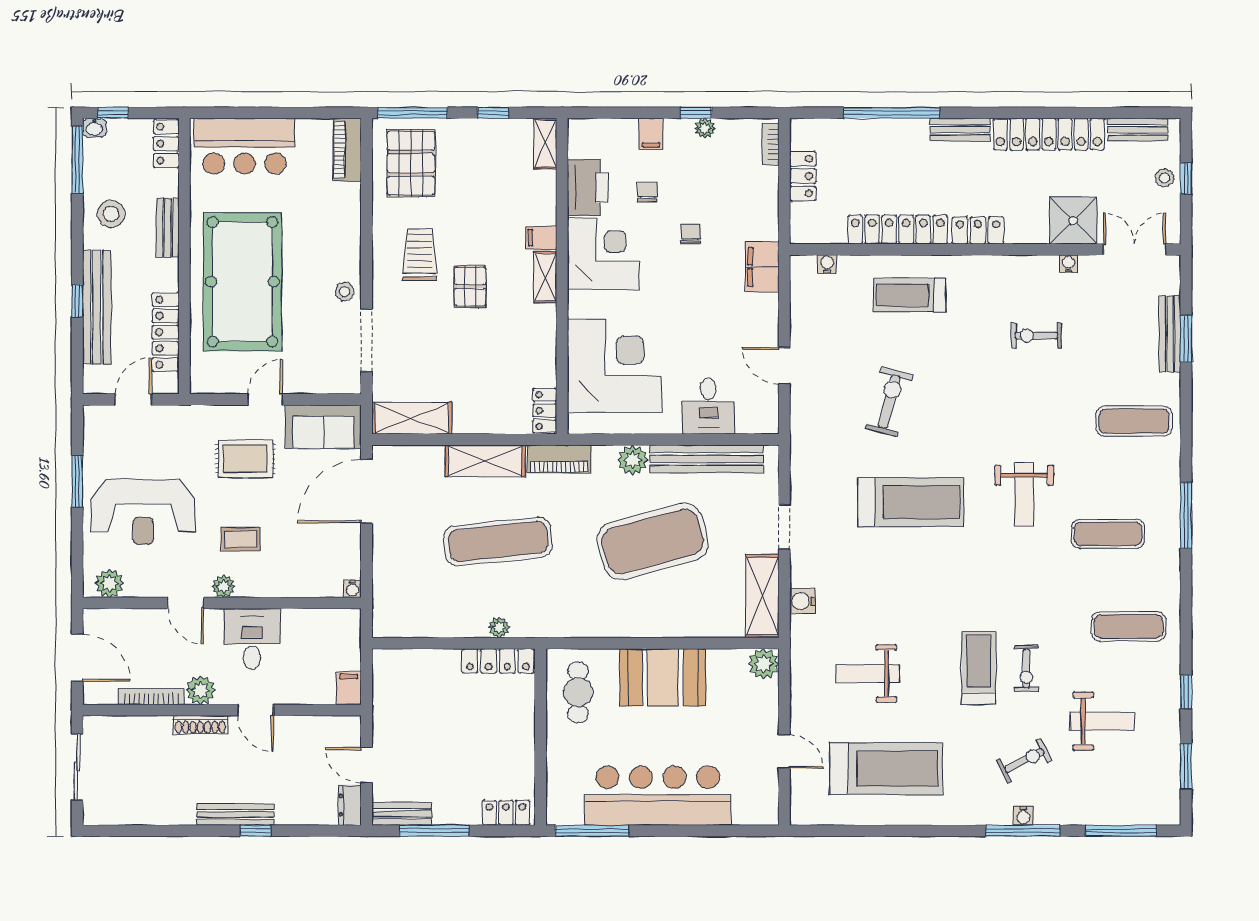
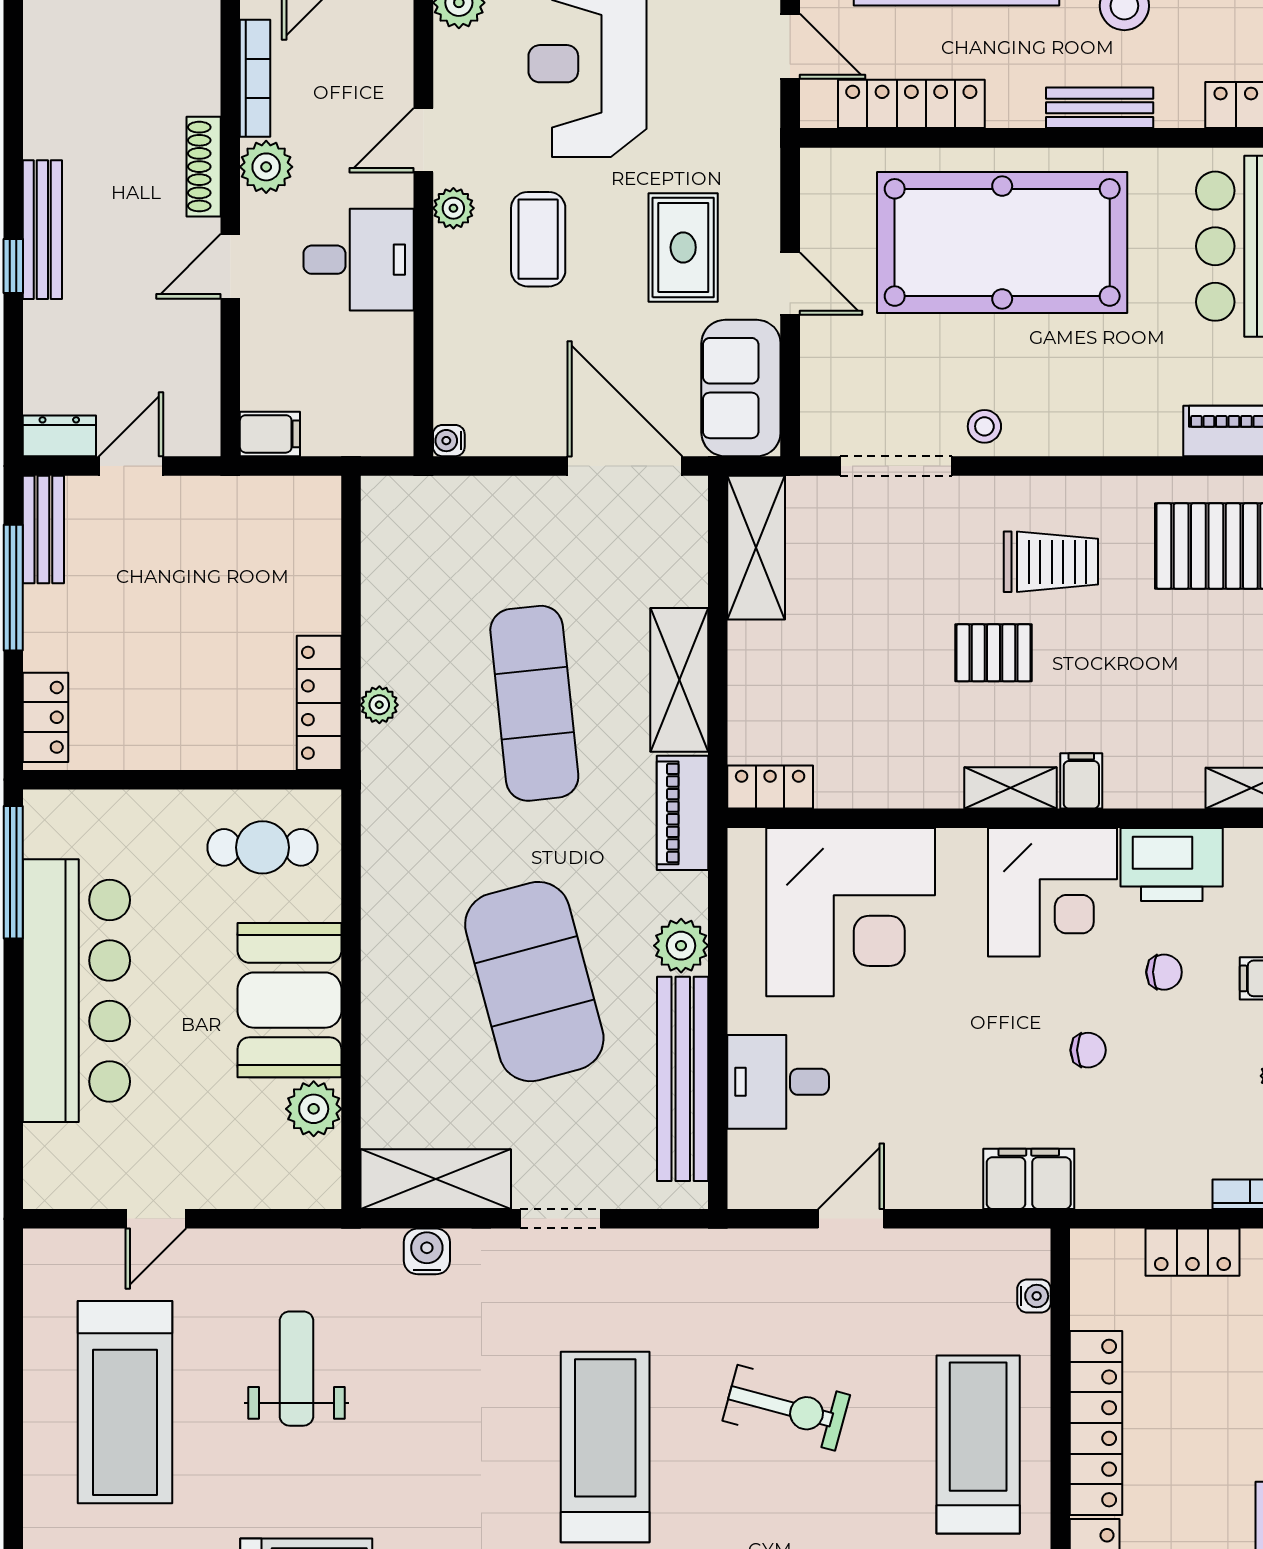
treadmill: (910, 295) -> (978, 1444), width x1.37, depth x1.38
treadmill: (911, 502) -> (605, 1447), turned 180
coffee table: (241, 539) -> (538, 239), width x1.36, depth x1.30
plant: (764, 664) -> (314, 1109), moved

